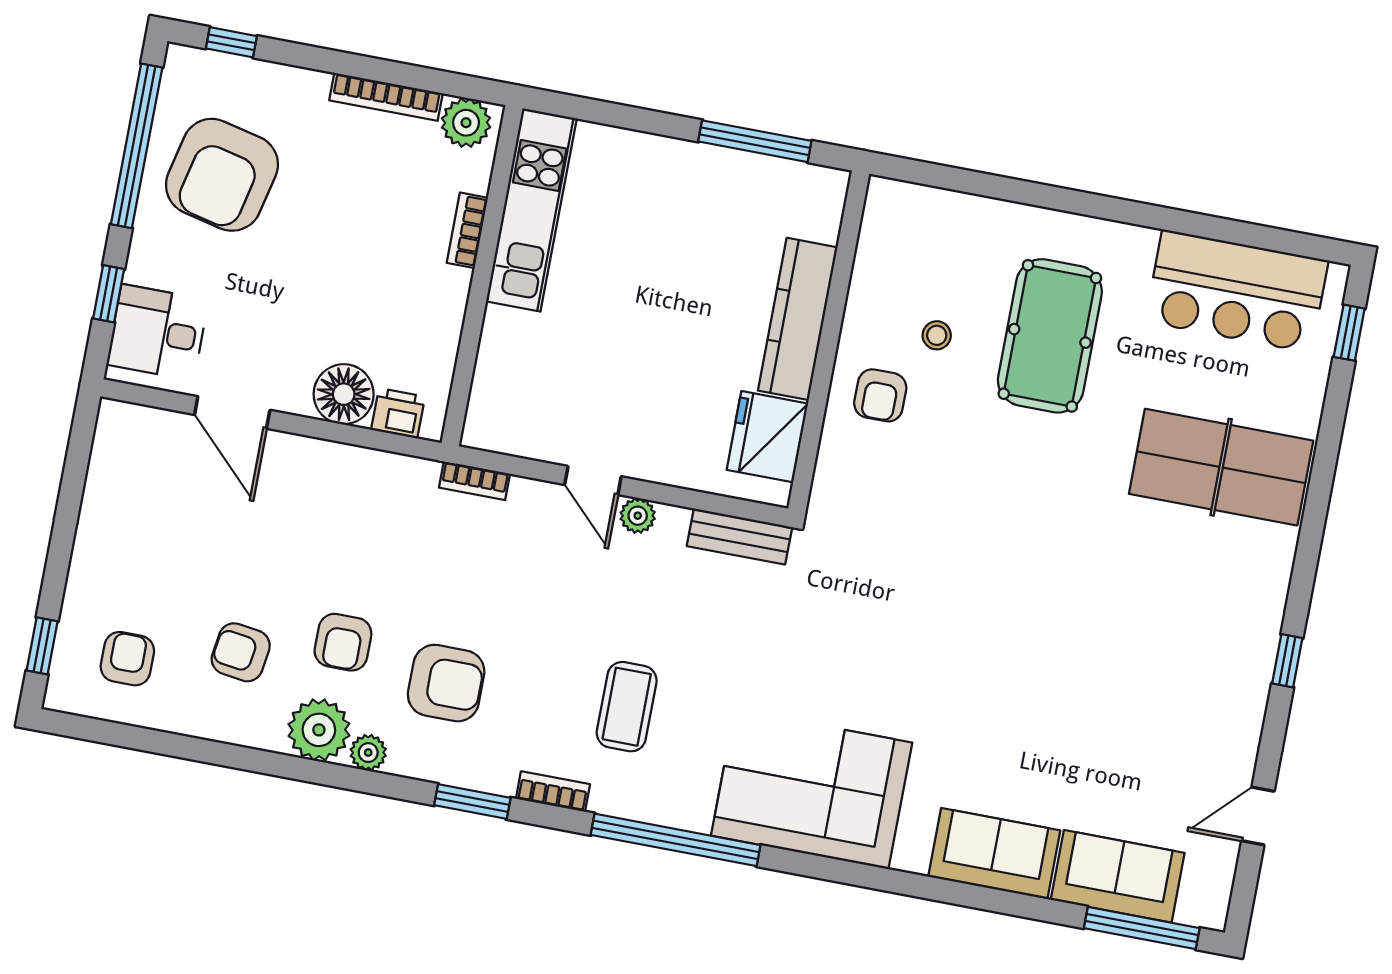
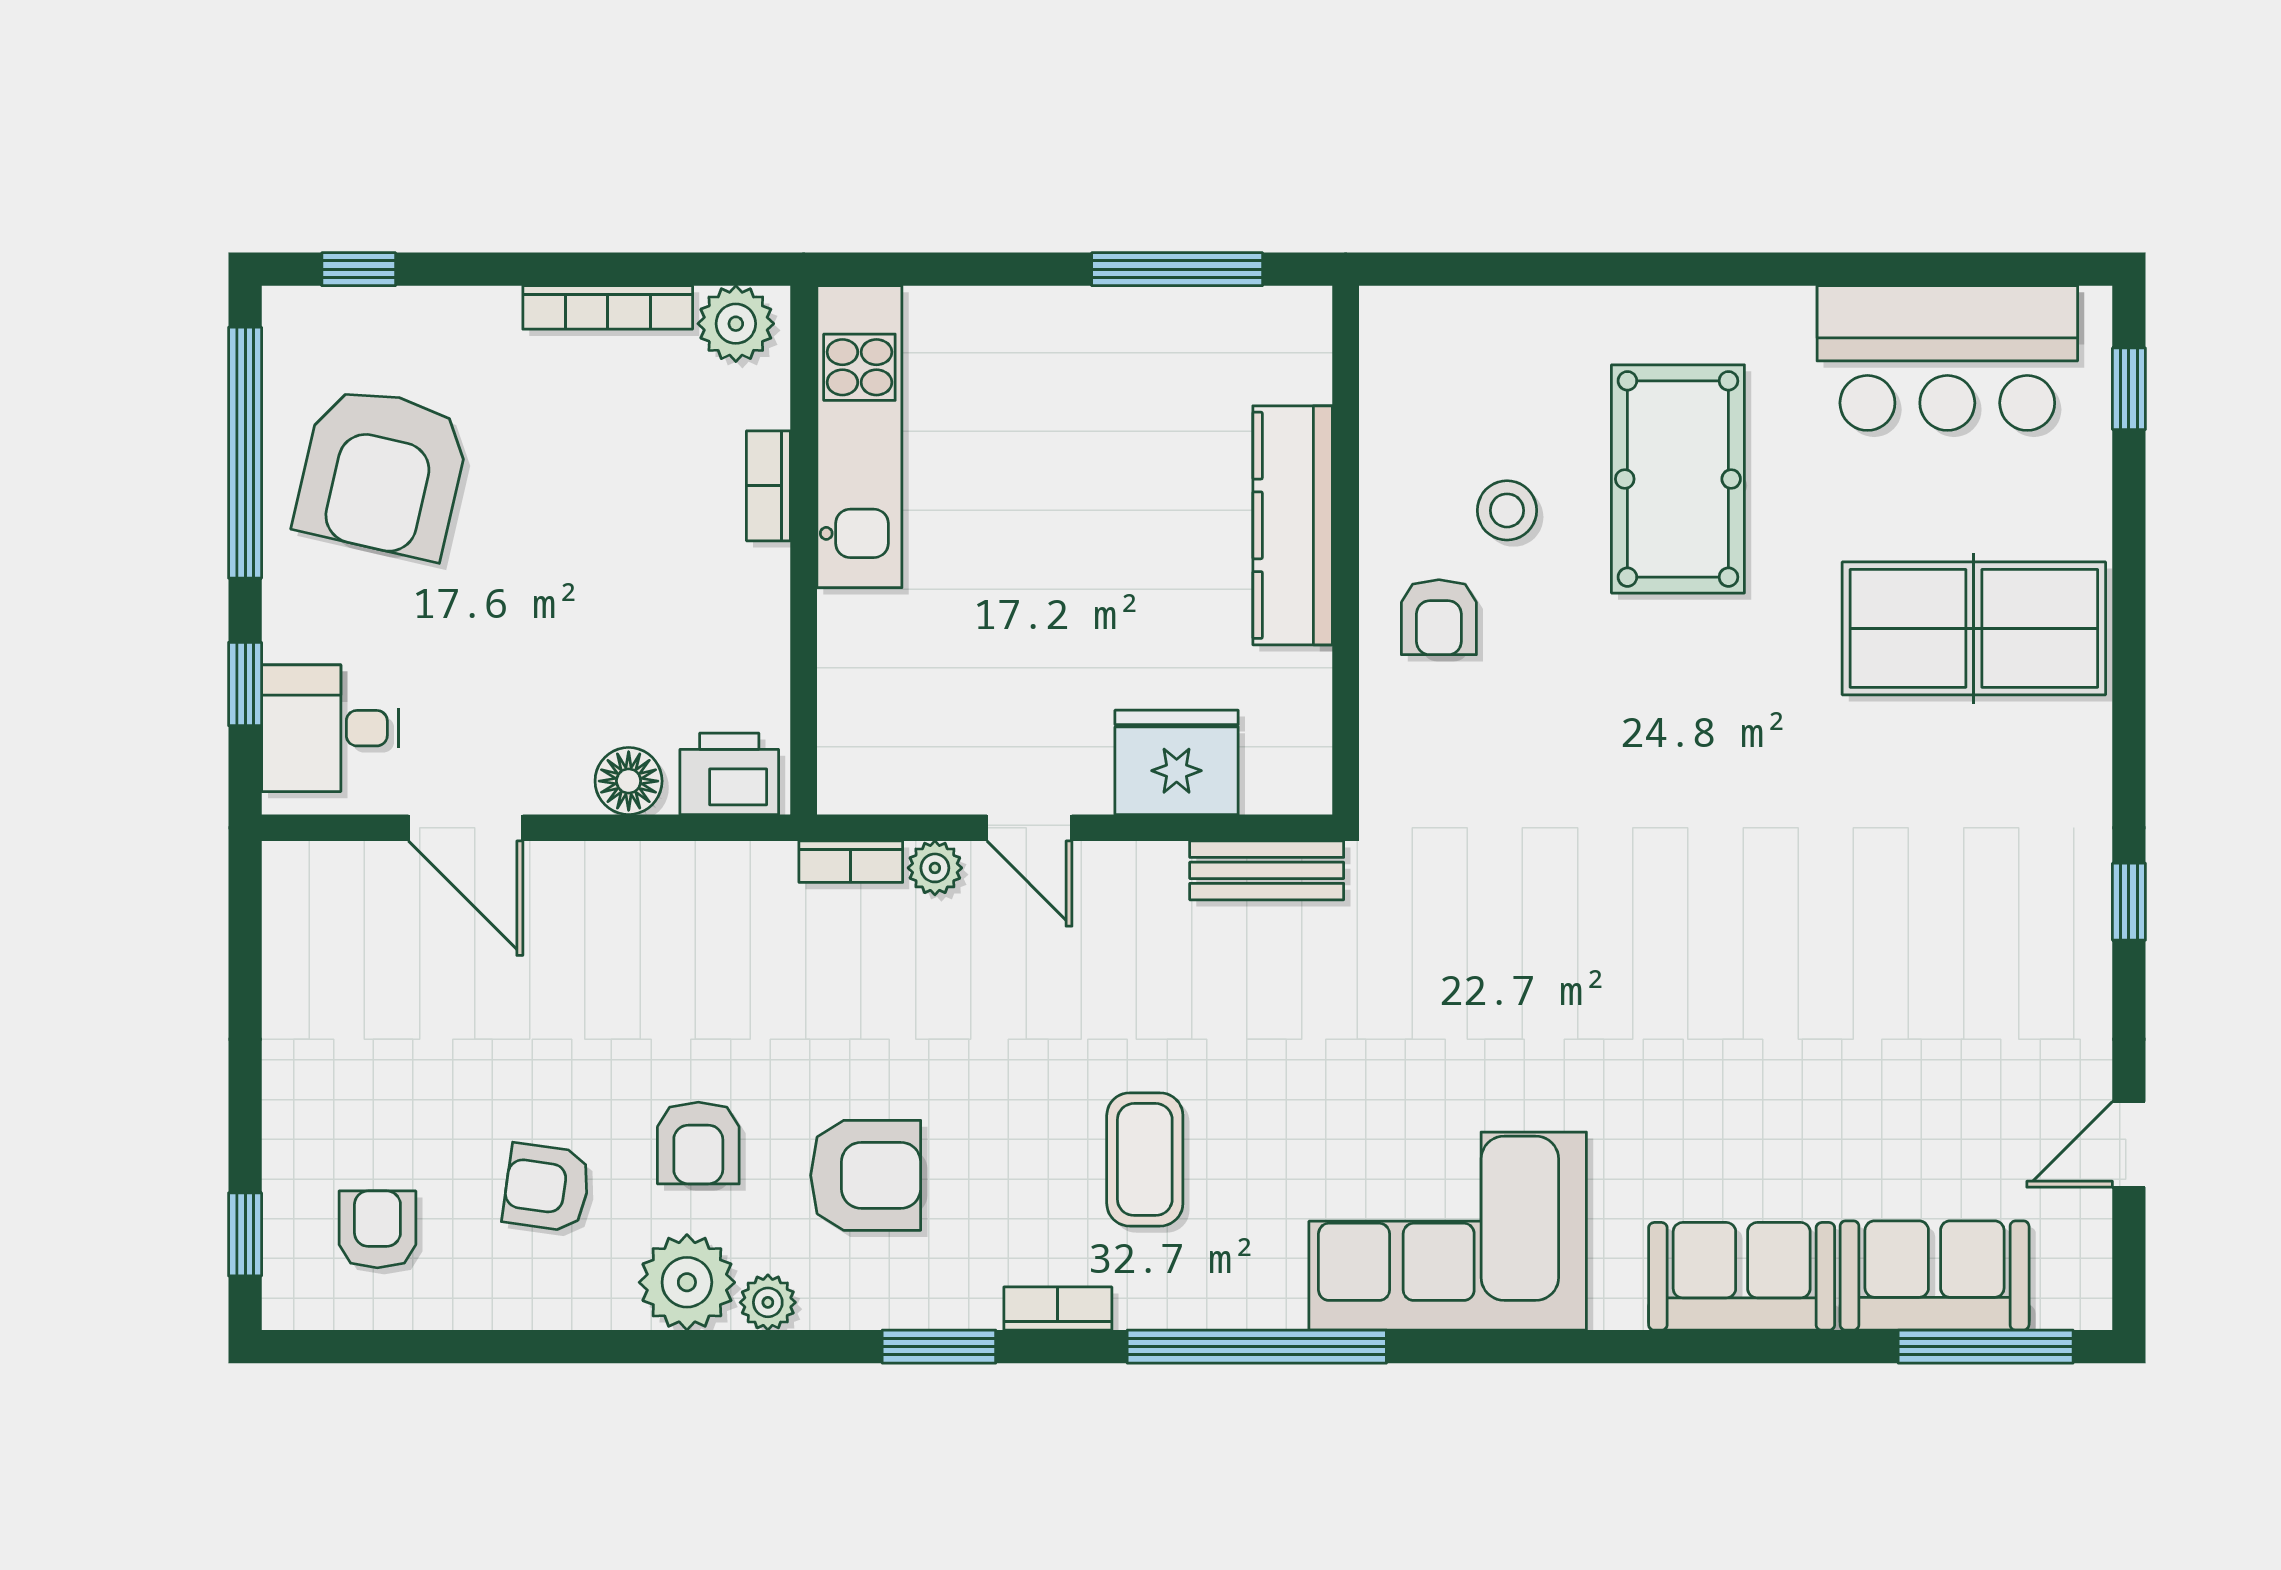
stool: (937, 335) -> (1507, 510), width x1.37, depth x1.37
floor lamp: (344, 394) -> (629, 781), width x0.73, depth x0.73
printer: (398, 413) -> (729, 774), width x1.36, depth x1.24
fridge: (767, 437) -> (1177, 762), moved, turned 90
plant: (638, 516) -> (935, 868), moved

